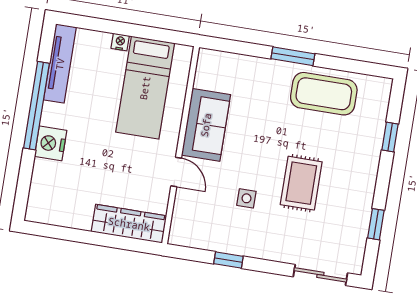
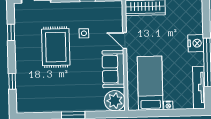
plant: (214, 68) -> (115, 101), added
coffee table: (324, 94) -> (53, 98), removed
rug: (301, 183) -> (56, 47), width x1.36, depth x1.43

